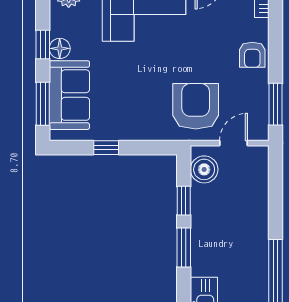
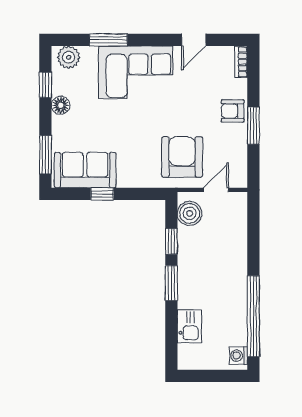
window: (43, 45) -> (45, 85), moved
armchair: (252, 55) -> (233, 111), turned 90
sofa: (69, 95) -> (85, 170), moved, turned -90
window: (276, 104) -> (253, 126), moved

